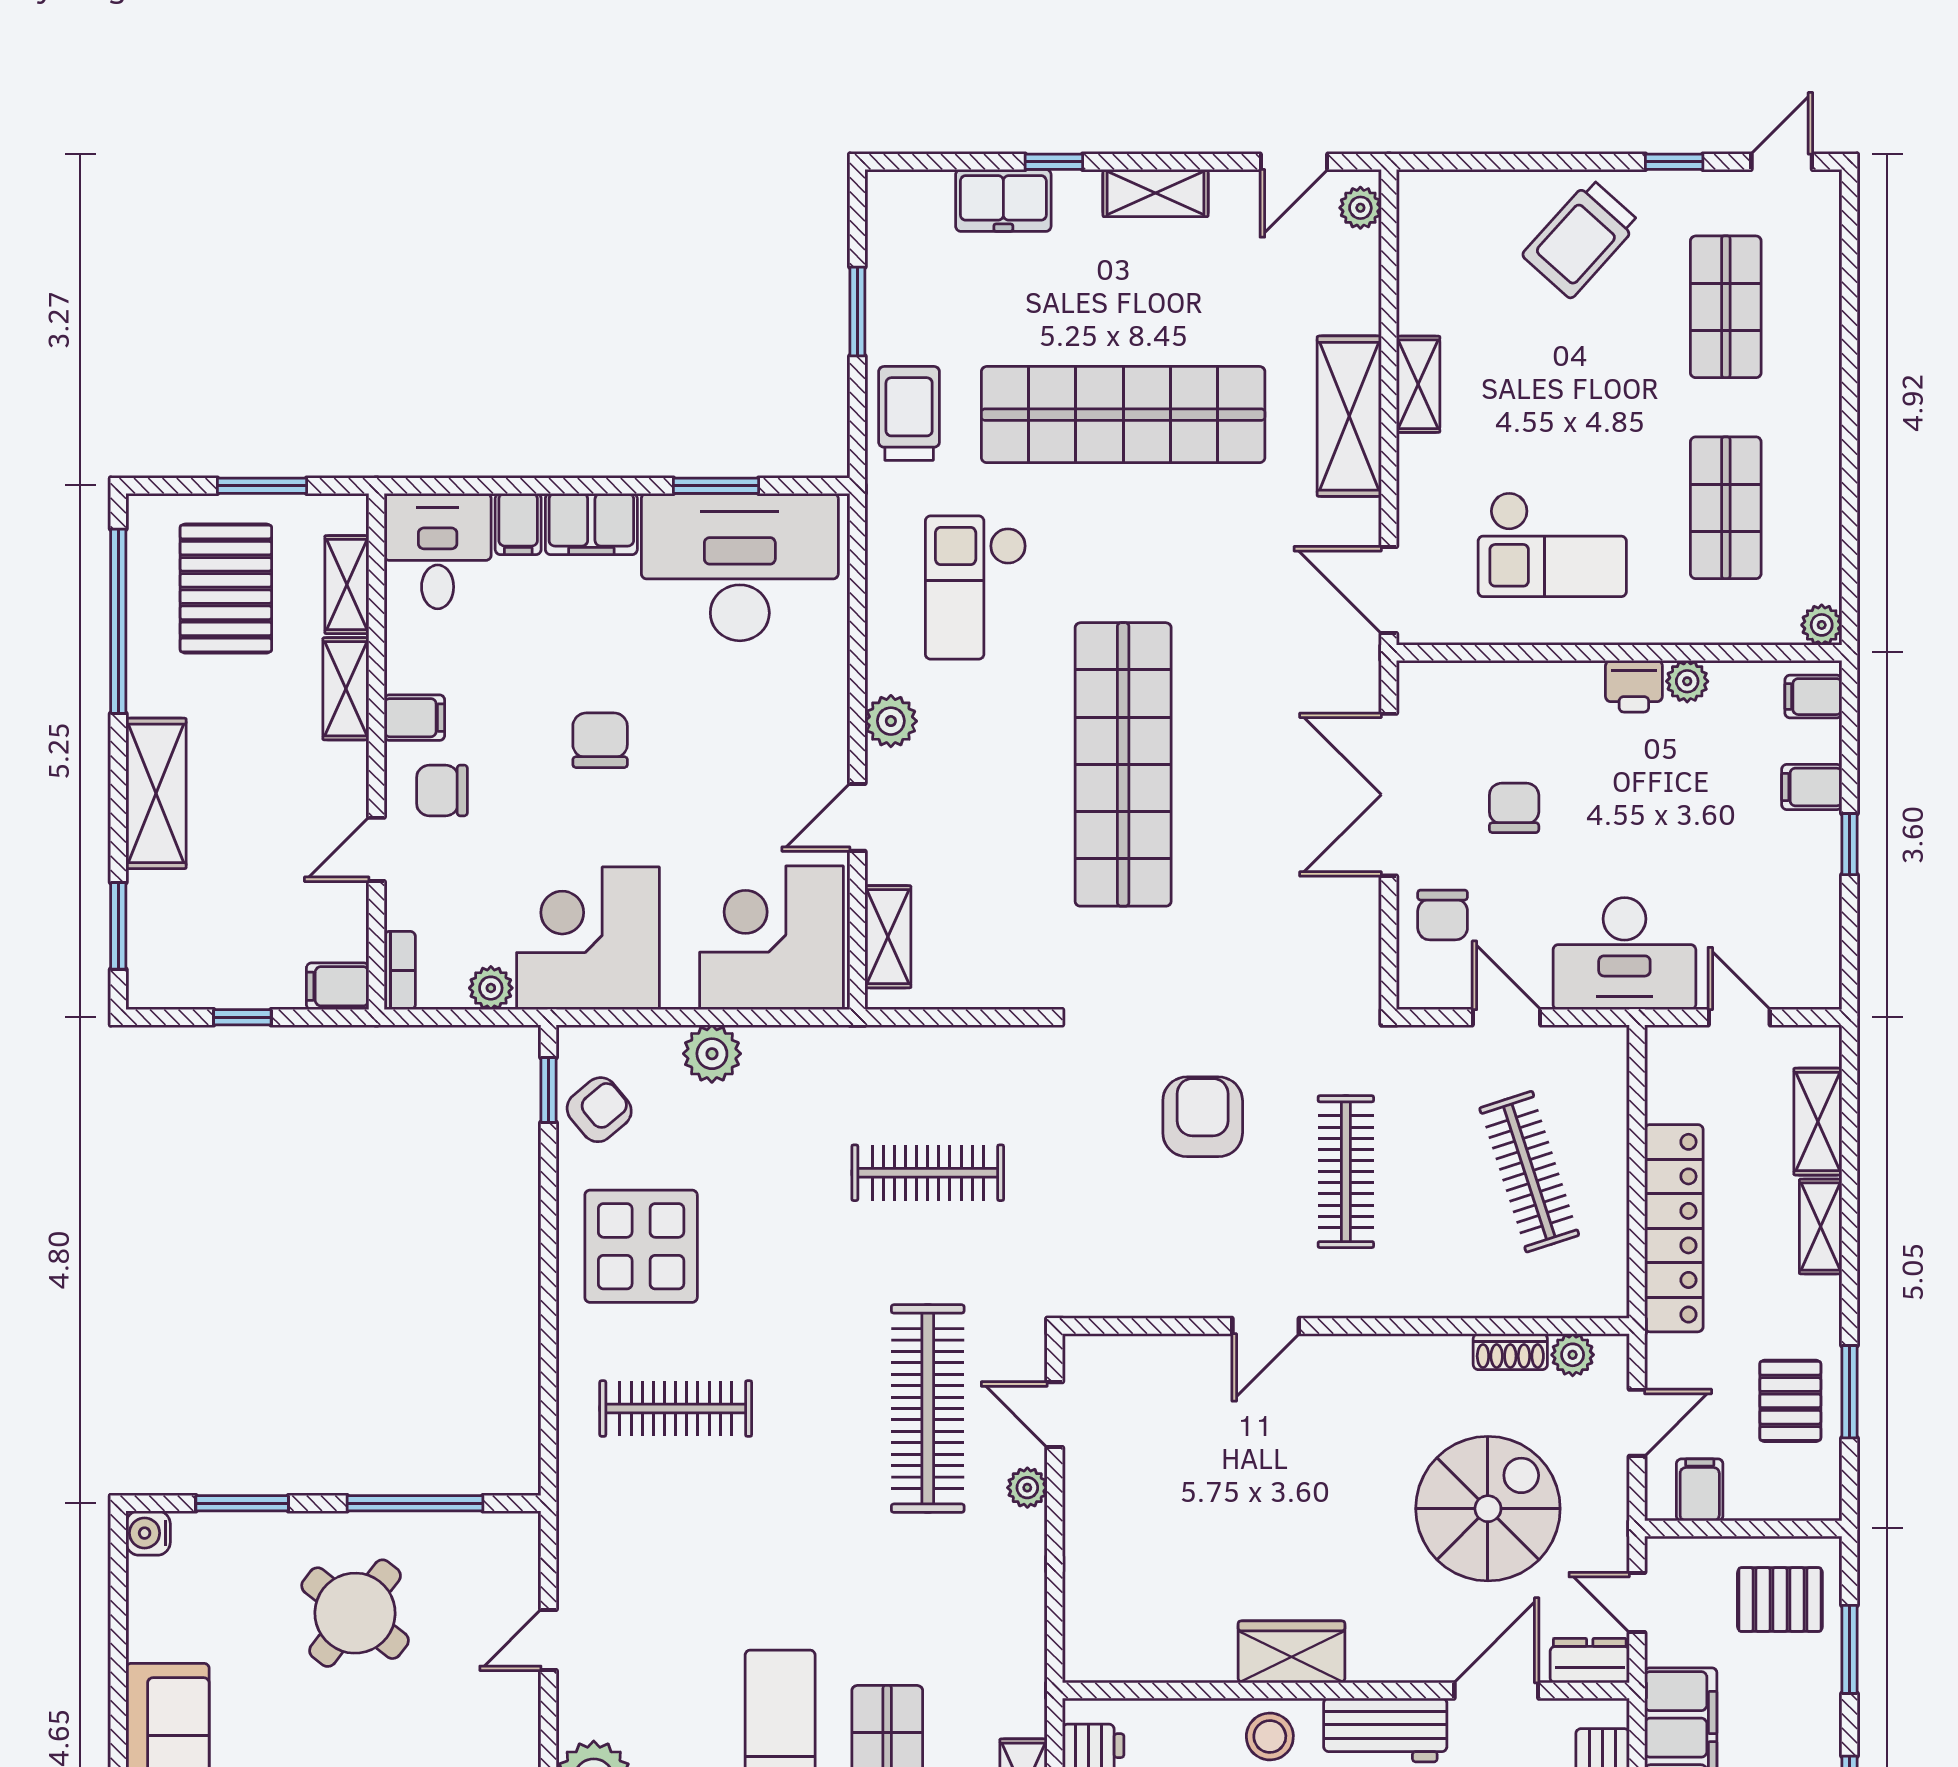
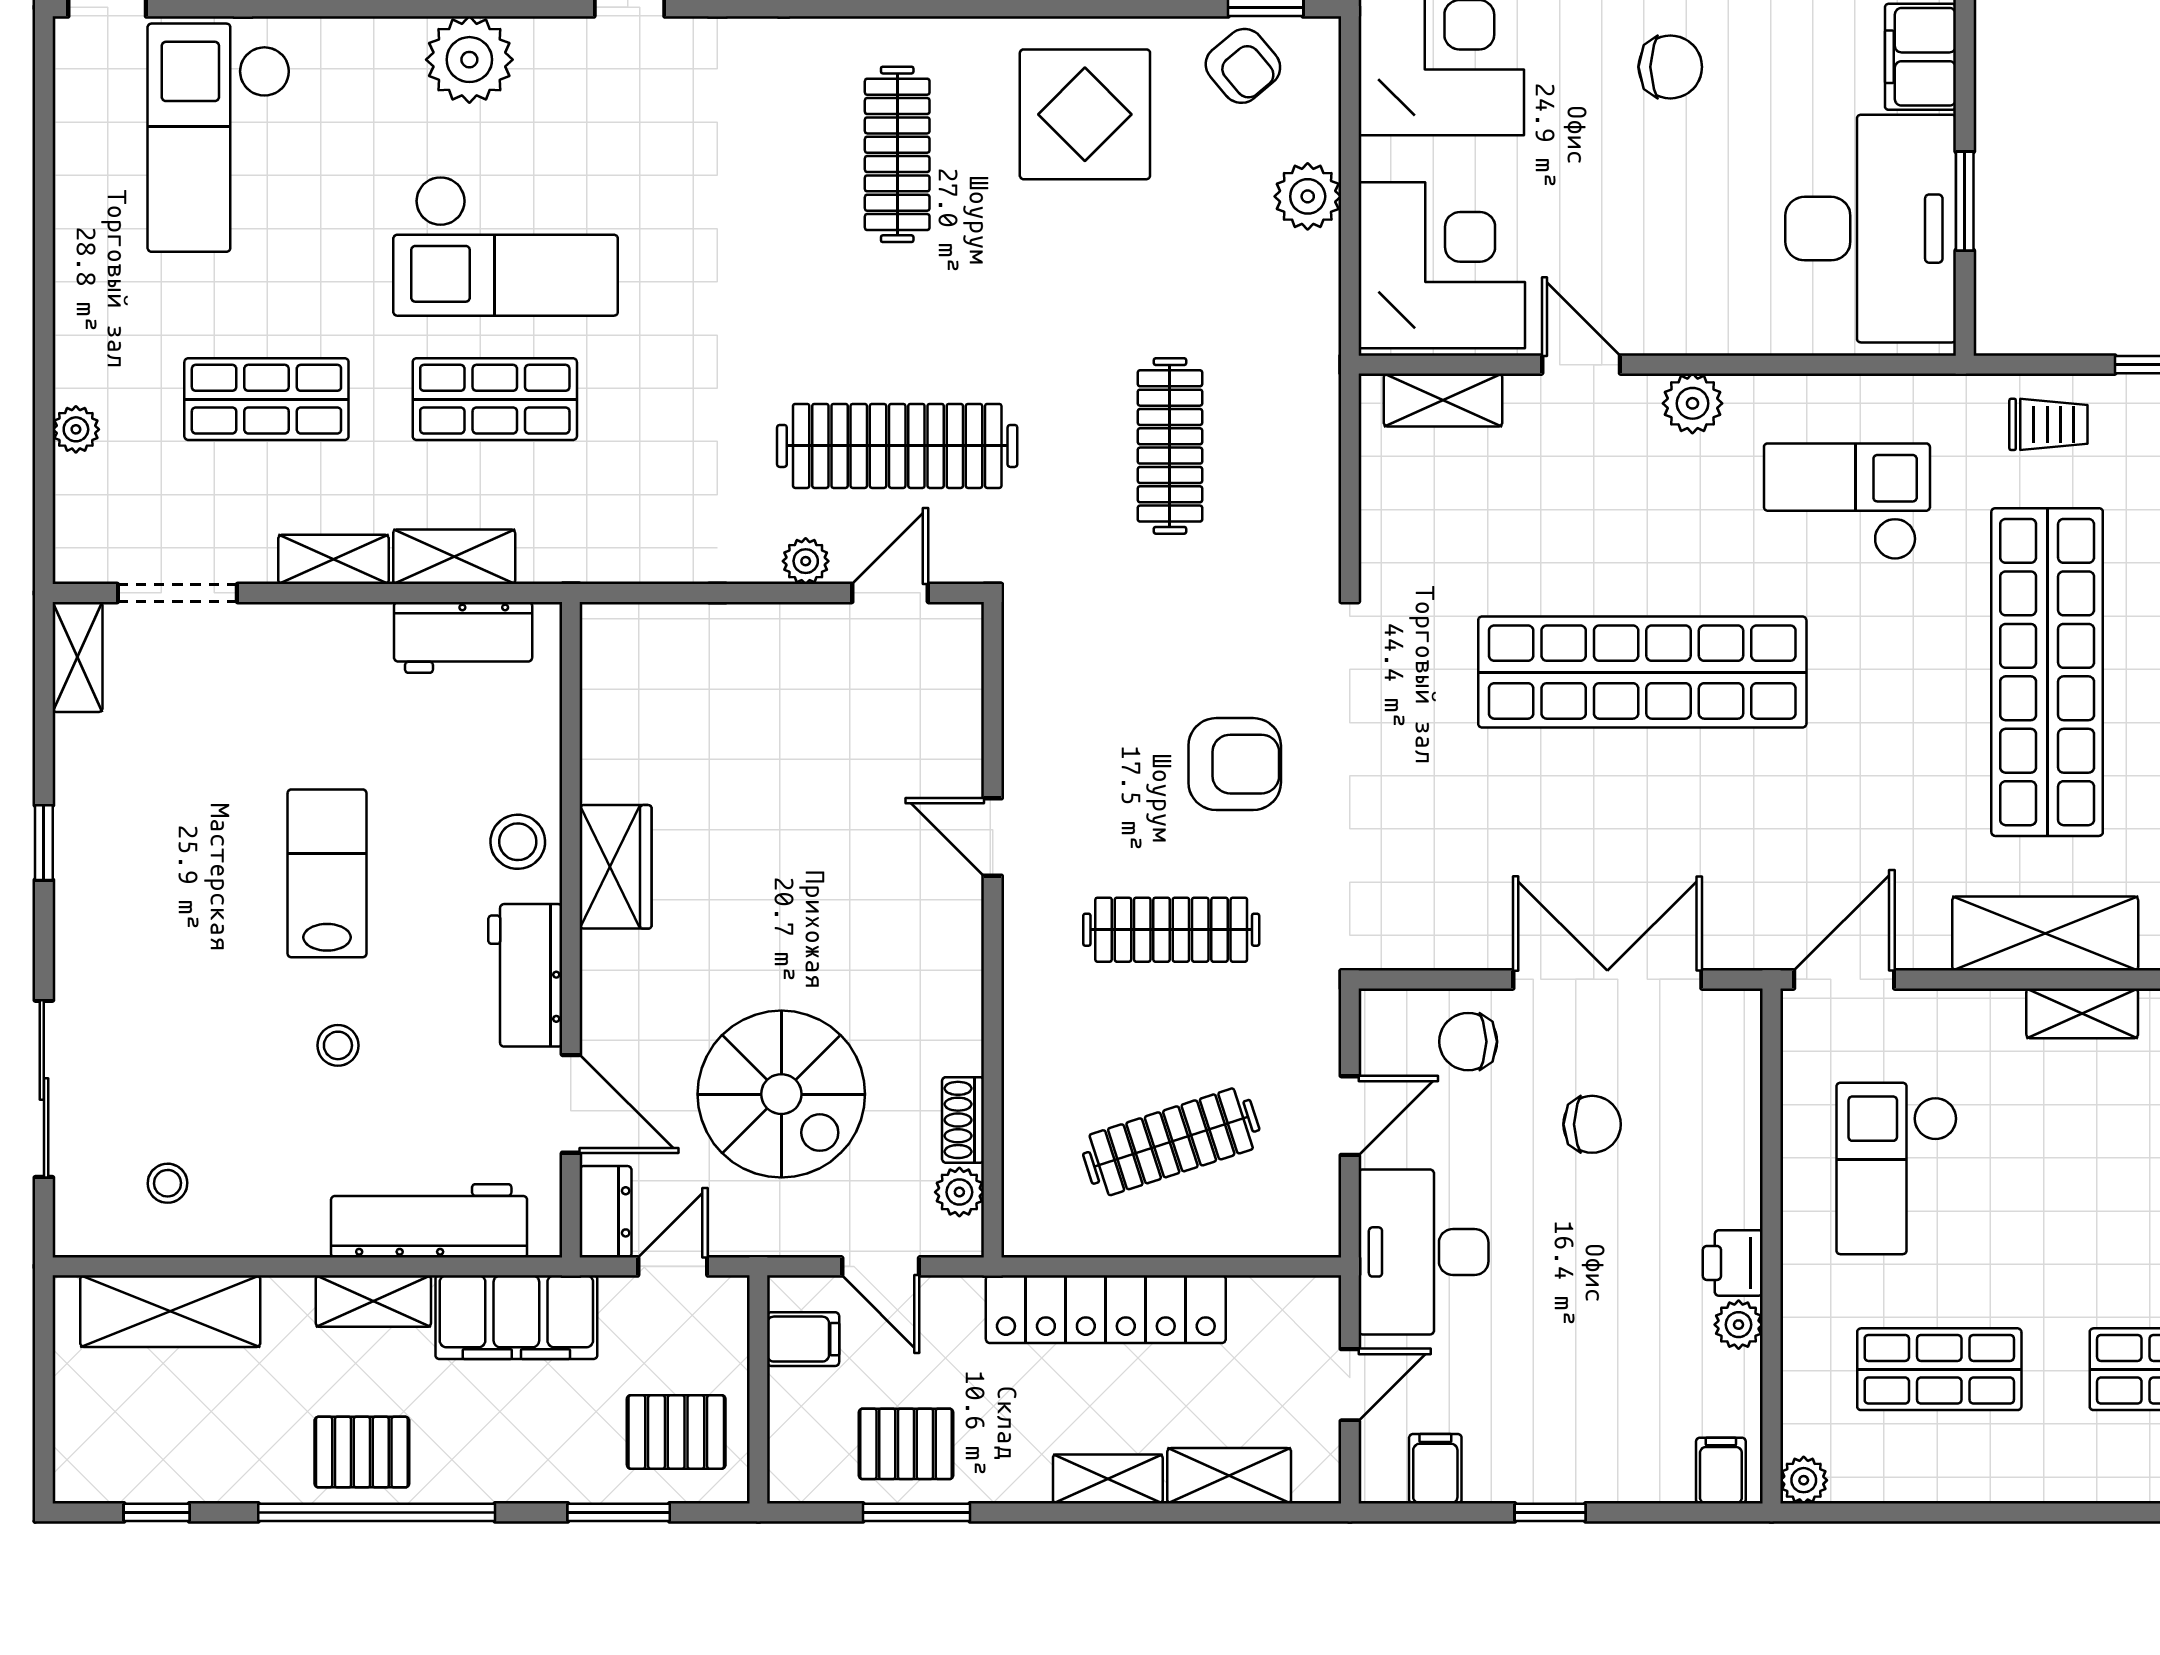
trolley: (909, 413) -> (2048, 424), width x0.73, depth x0.72
filing cabinet: (1812, 787) -> (1435, 1469), moved
pallet: (1780, 1600) -> (676, 1432), turned 90

